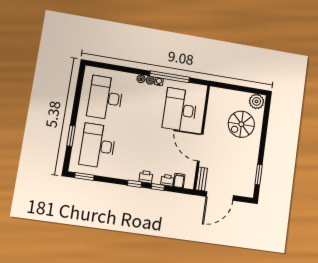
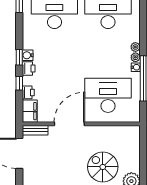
water cooler: (134, 176) -> (28, 55), added
filing cabinet: (179, 181) -> (30, 111), width x2.00

